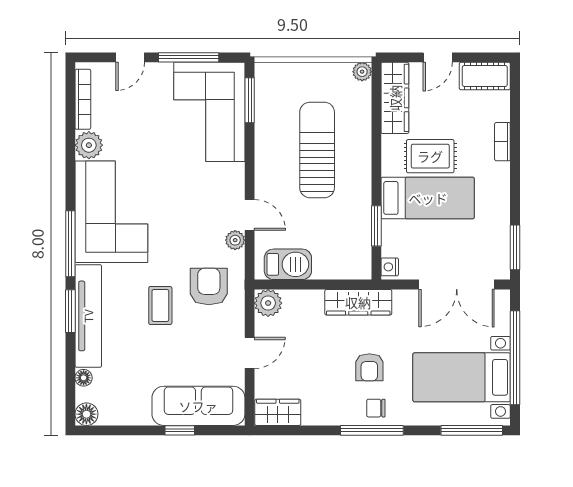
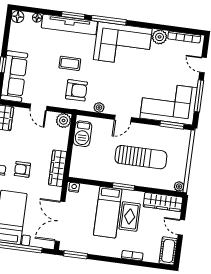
door: (250, 215) -> (123, 118), moved
window: (376, 226) -> (124, 187), moved

